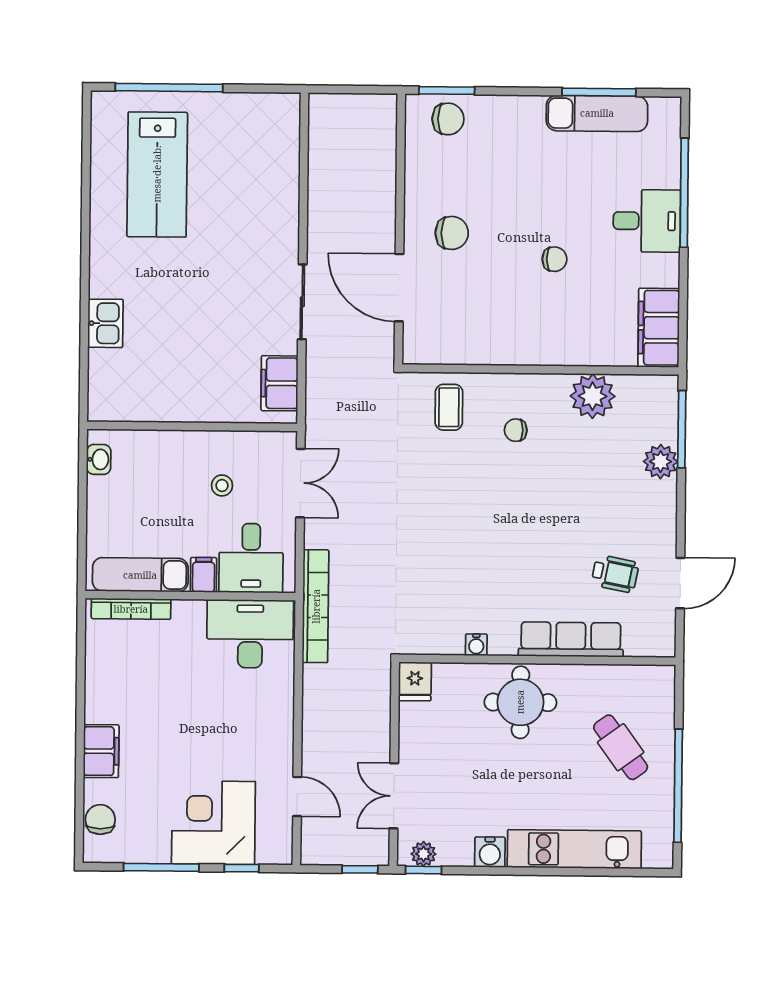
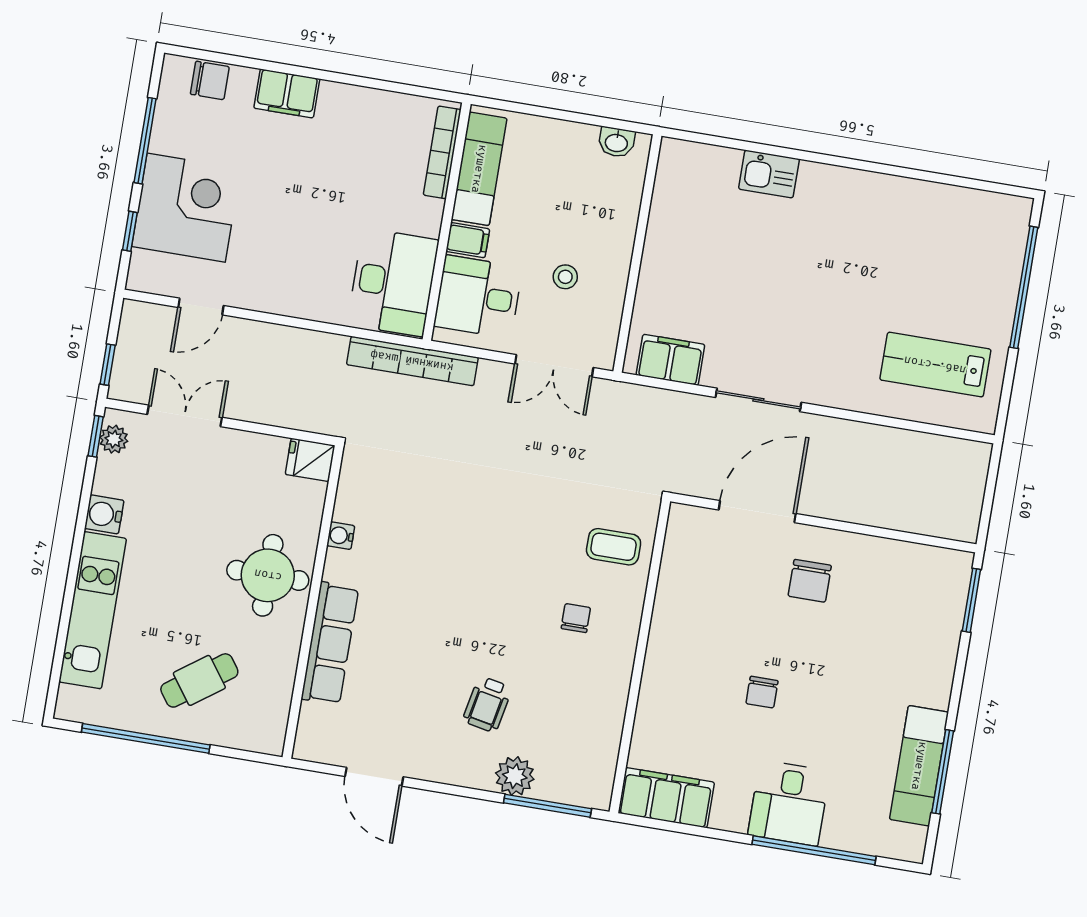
chair: (448, 119) -> (939, 597), removed
lab bench: (157, 174) -> (935, 365), moved, width x0.73, depth x0.72
plant: (593, 396) -> (601, 711), removed
wheelchair: (615, 574) -> (487, 704), moved

